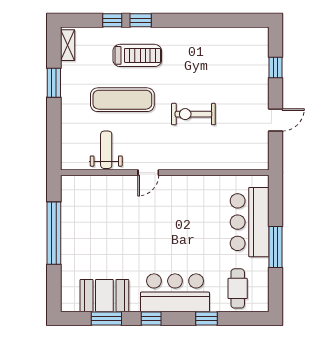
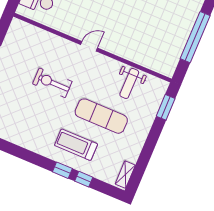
window: (54, 83) -> (166, 107), moved
exercise bike: (193, 114) -> (52, 83), turned 180
door: (148, 173) -> (89, 46), moved

